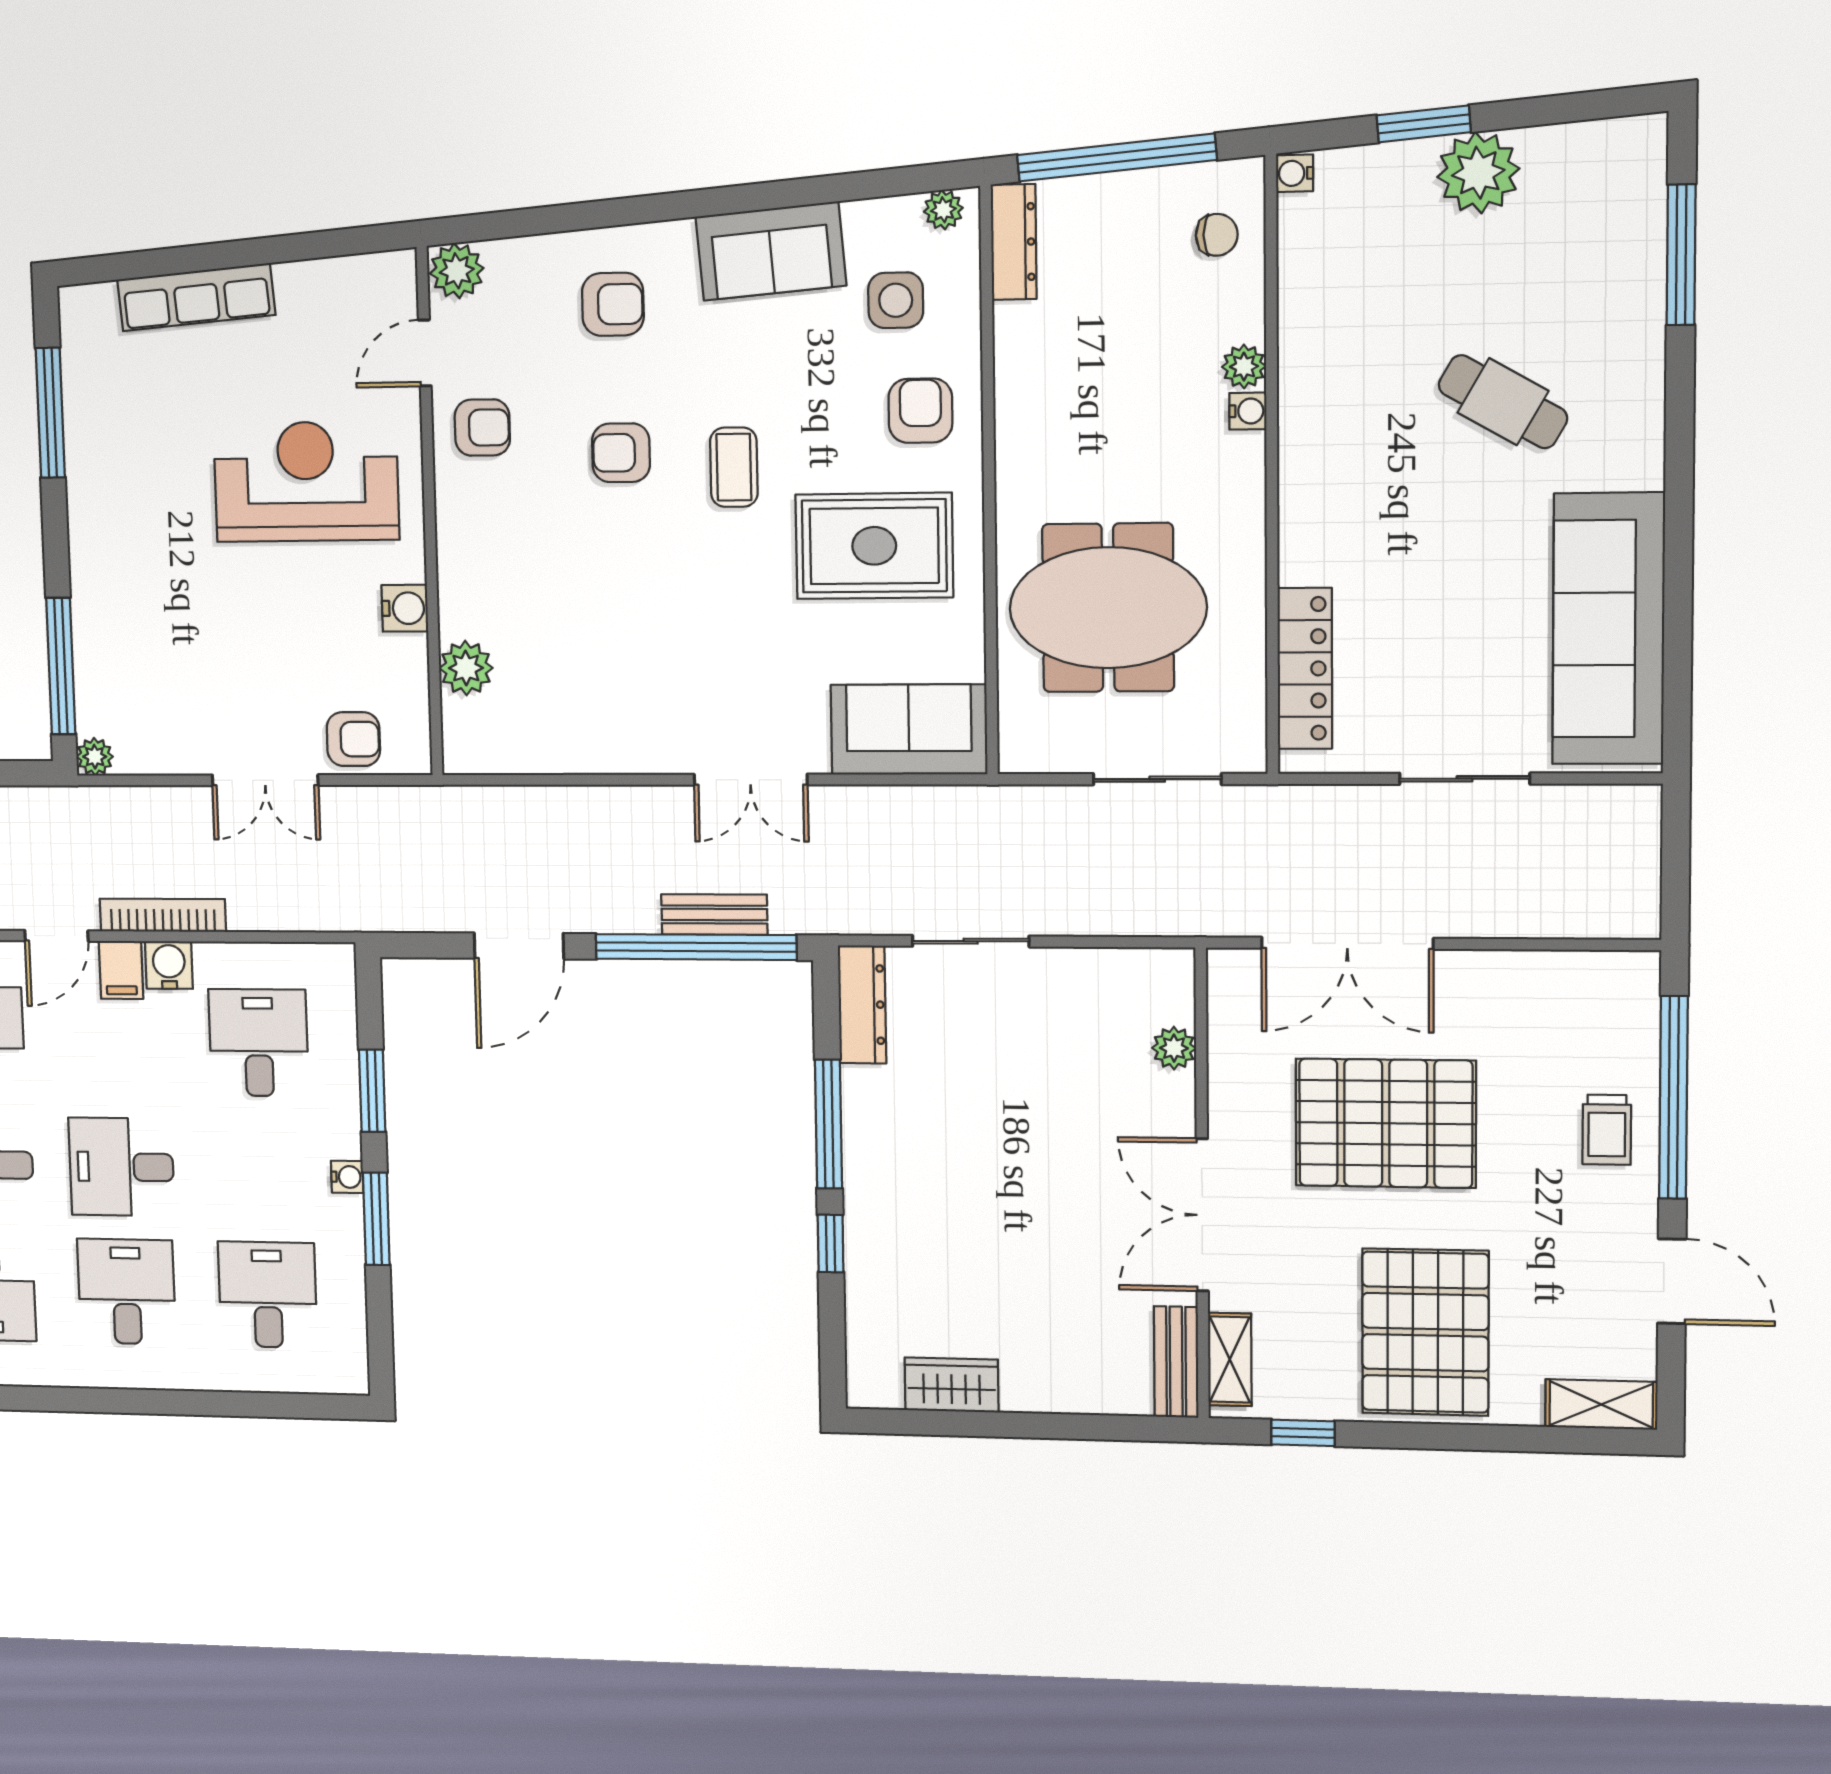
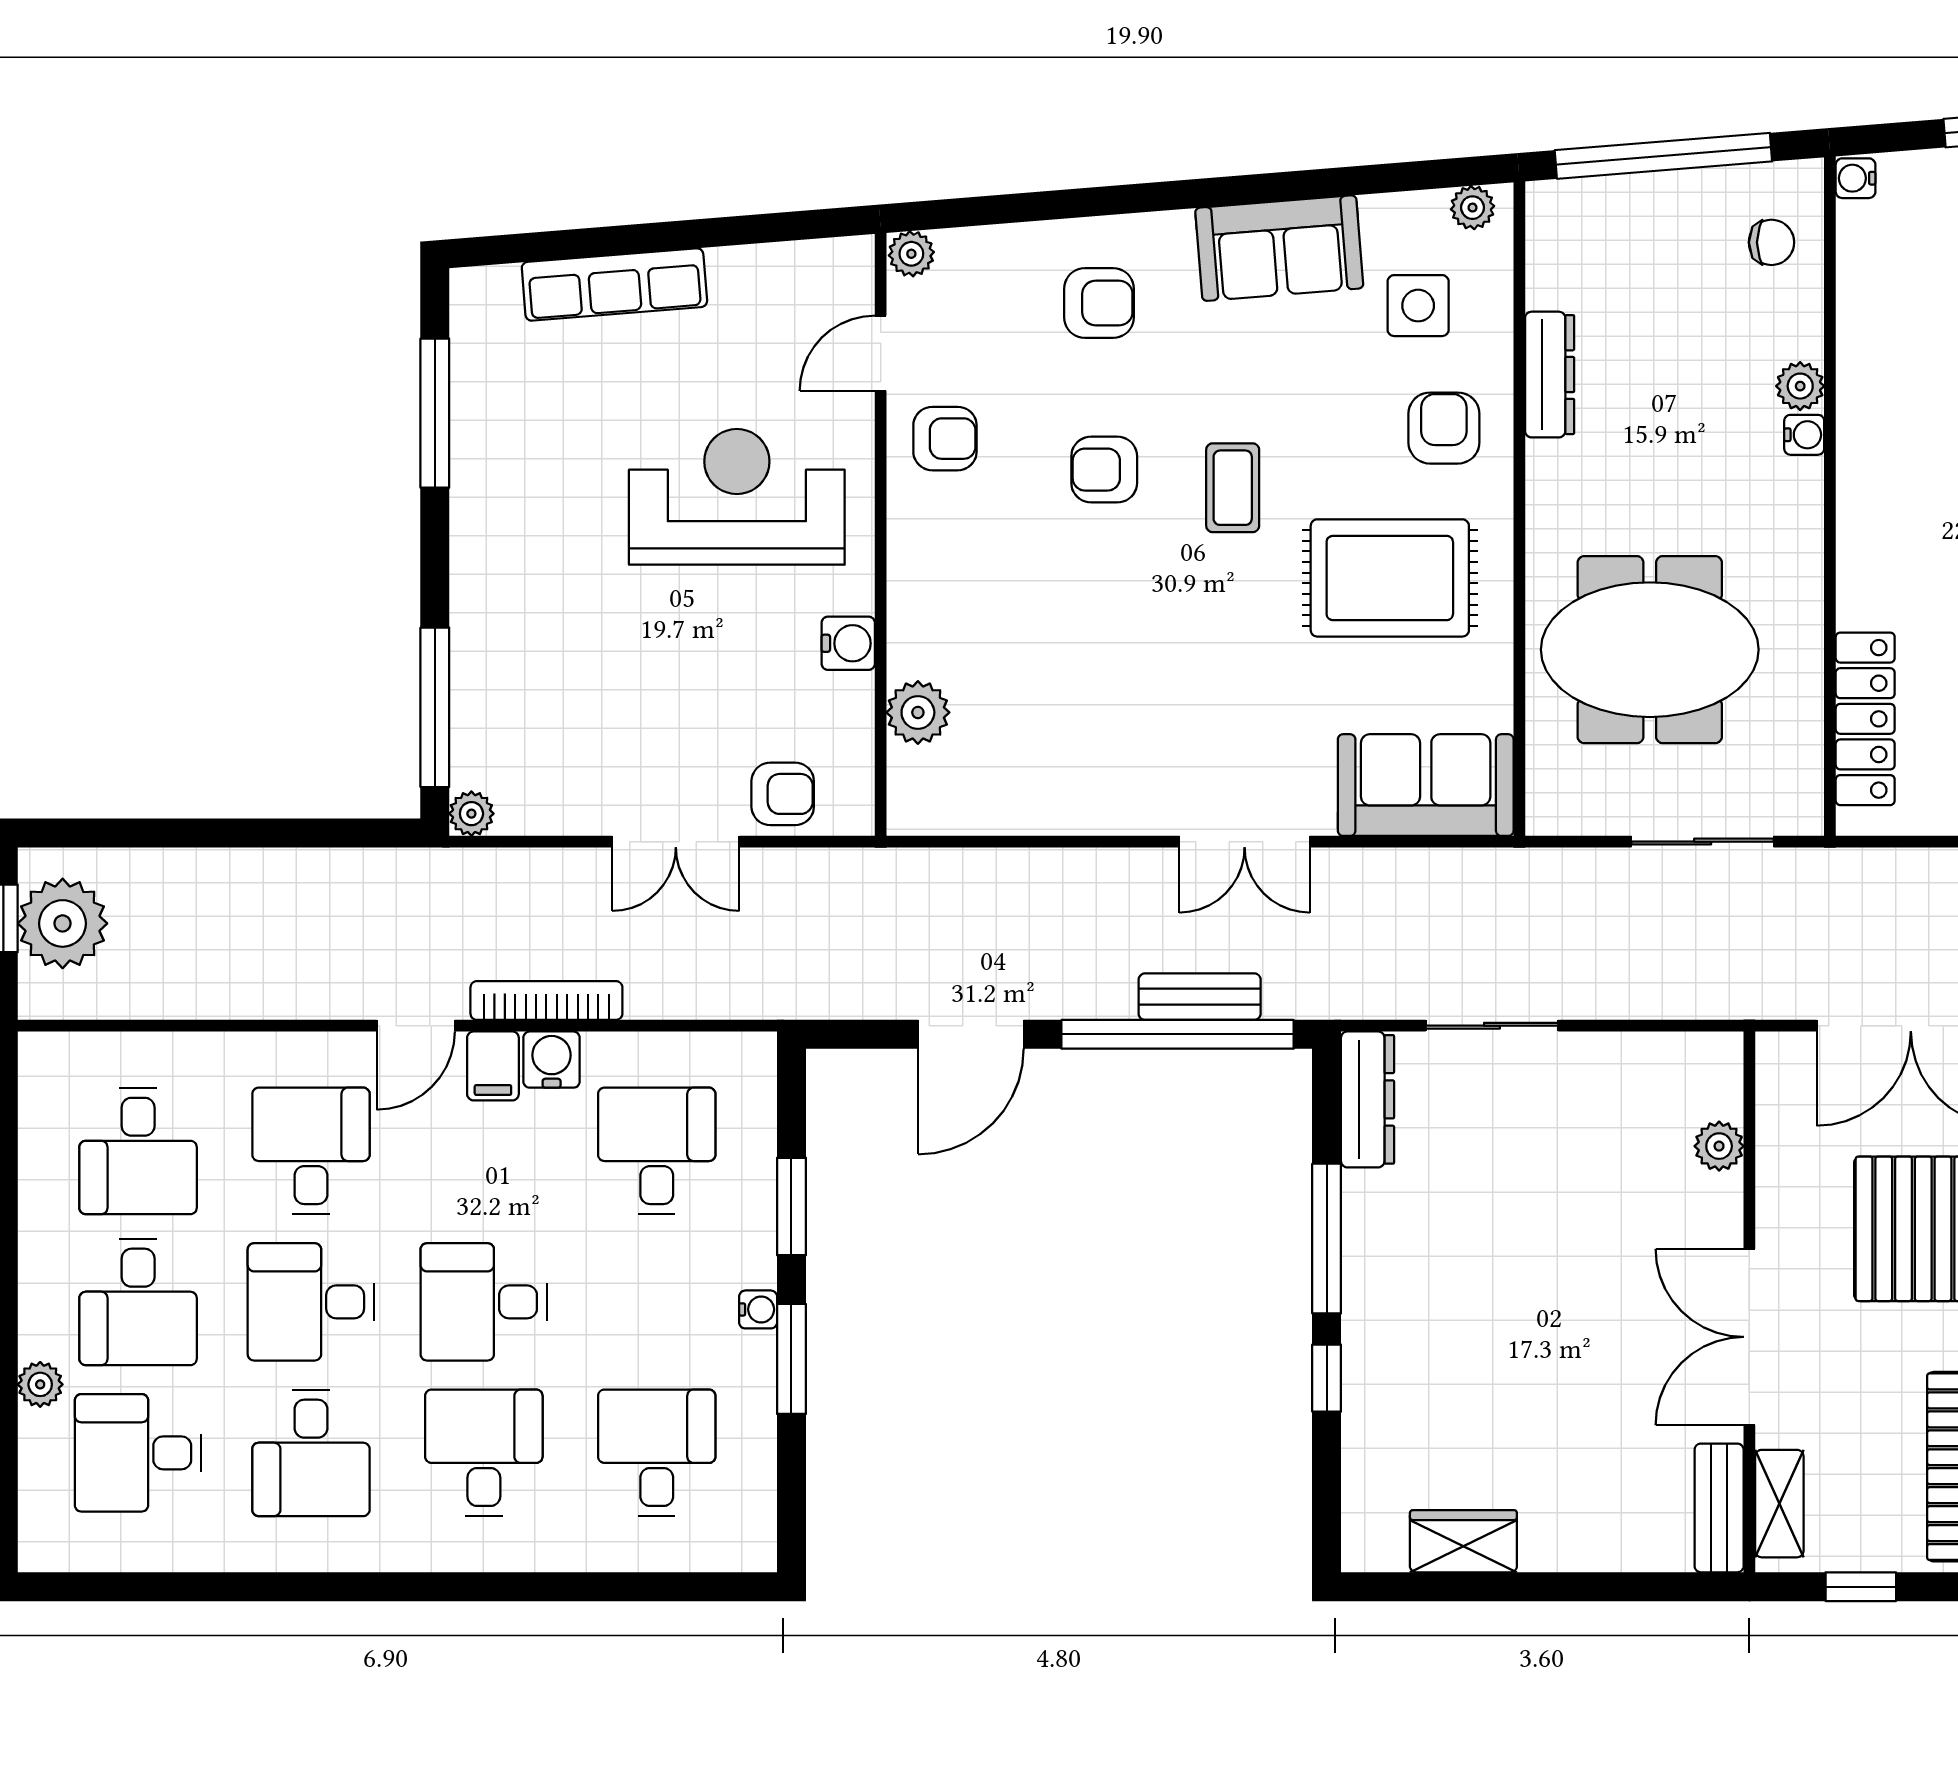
dresser: (1014, 242) -> (1550, 375), moved
plant: (457, 271) -> (911, 254), width x0.73, depth x0.73

